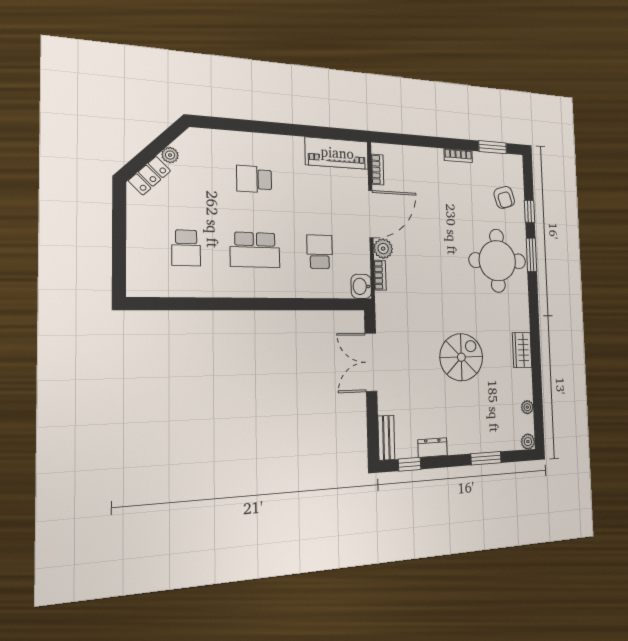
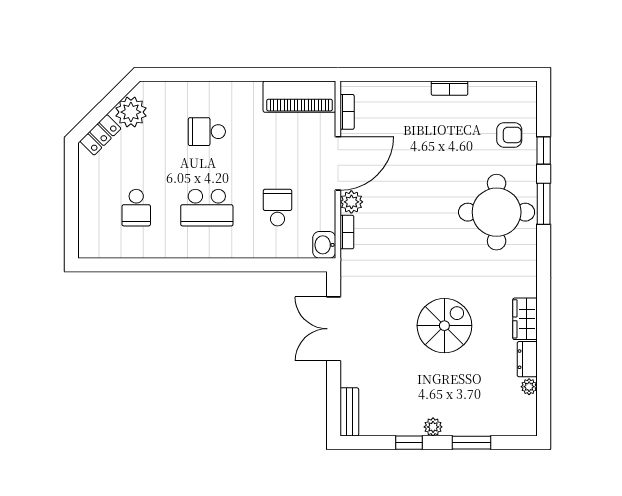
window: (493, 147) -> (496, 74), removed
plant: (170, 155) -> (131, 112), width x1.88, depth x1.88
armchair: (504, 197) -> (509, 135), turned -73
plant: (528, 442) -> (433, 427), moved
dresser: (433, 448) -> (527, 359), moved, turned -90
window: (410, 464) -> (409, 443), moved

